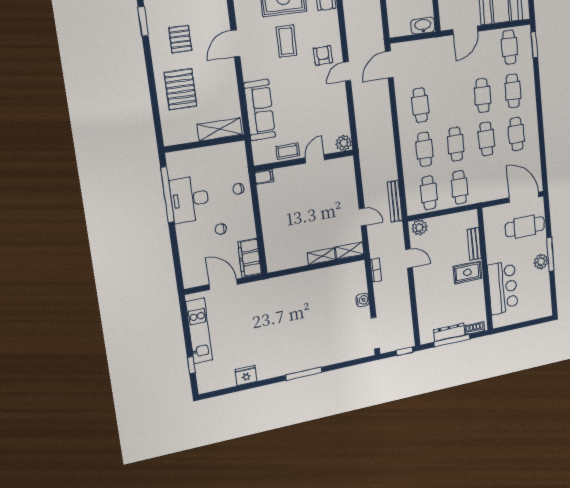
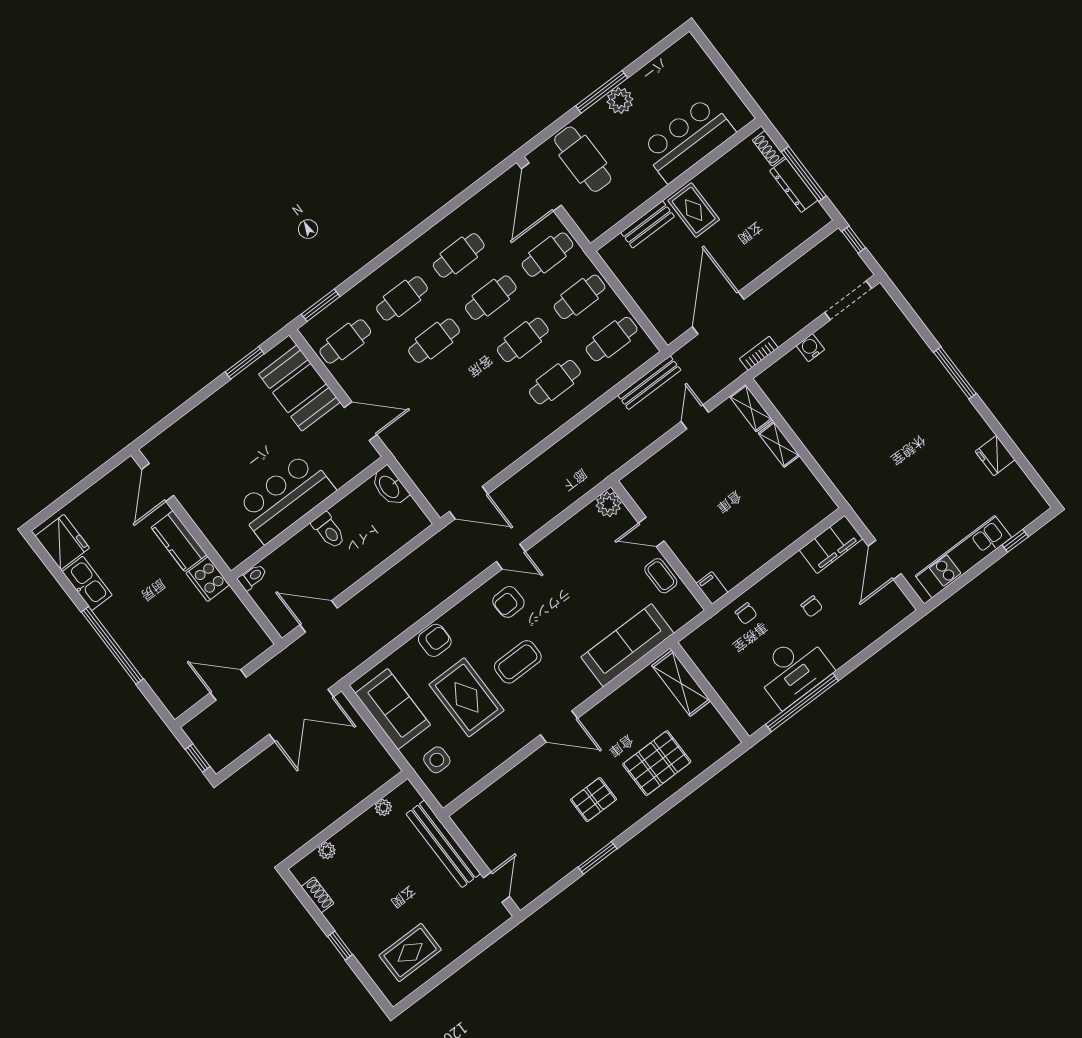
cafe table: (420, 105) -> (547, 255), moved
plant: (419, 228) -> (667, 323), removed
door: (409, 258) -> (718, 313), width x1.87

